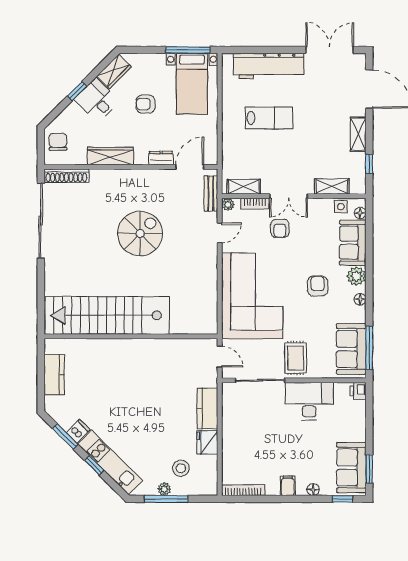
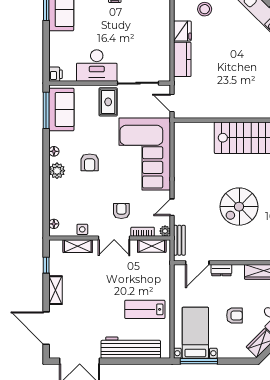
lab bench: (269, 118) -> (145, 309), moved
double door: (289, 196) -> (114, 238), swing flipped
side table: (341, 207) -> (82, 229), moved
sofa: (353, 243) -> (60, 199), removed

